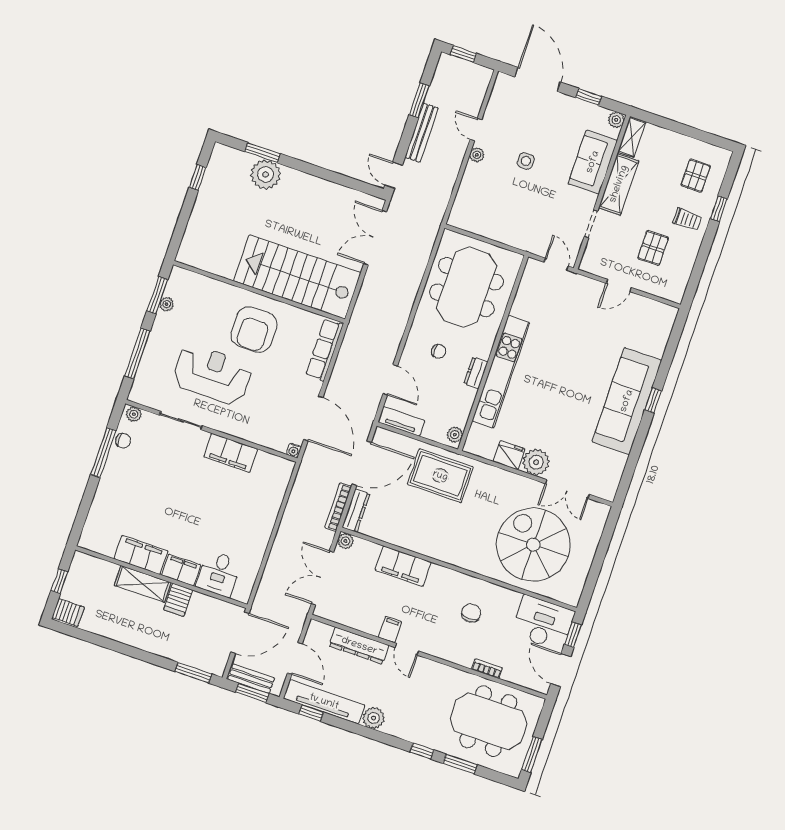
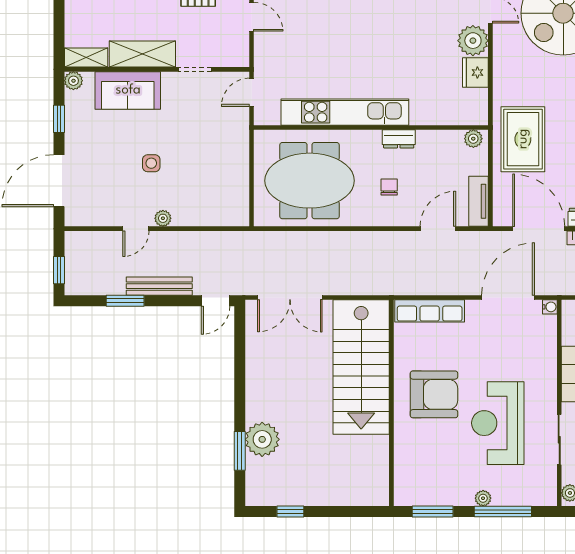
plant: (167, 304) -> (483, 498), moved
kitchen unit: (501, 372) -> (345, 112), moved

